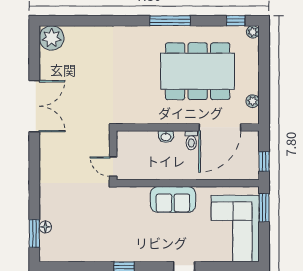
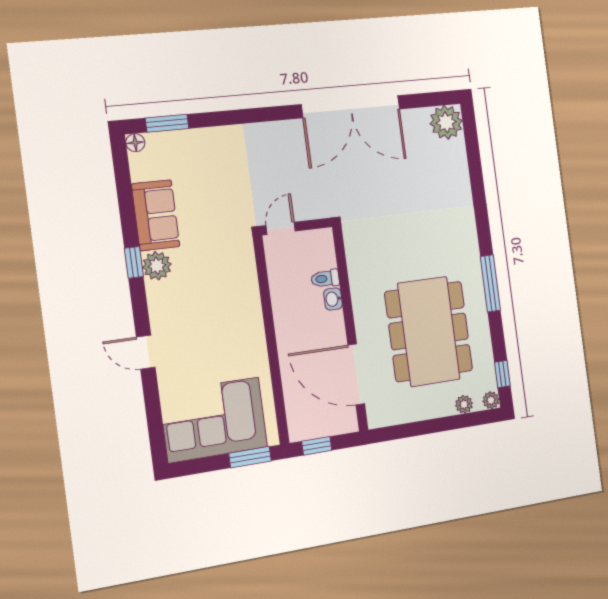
plant: (253, 101) -> (464, 404), moved
double door: (34, 106) -> (351, 107), width x1.36
toilet: (191, 140) -> (325, 279), moved
sofa: (173, 200) -> (156, 215), moved, turned 180
floor lamp: (45, 227) -> (135, 143), moved
plant: (128, 252) -> (157, 266), added

